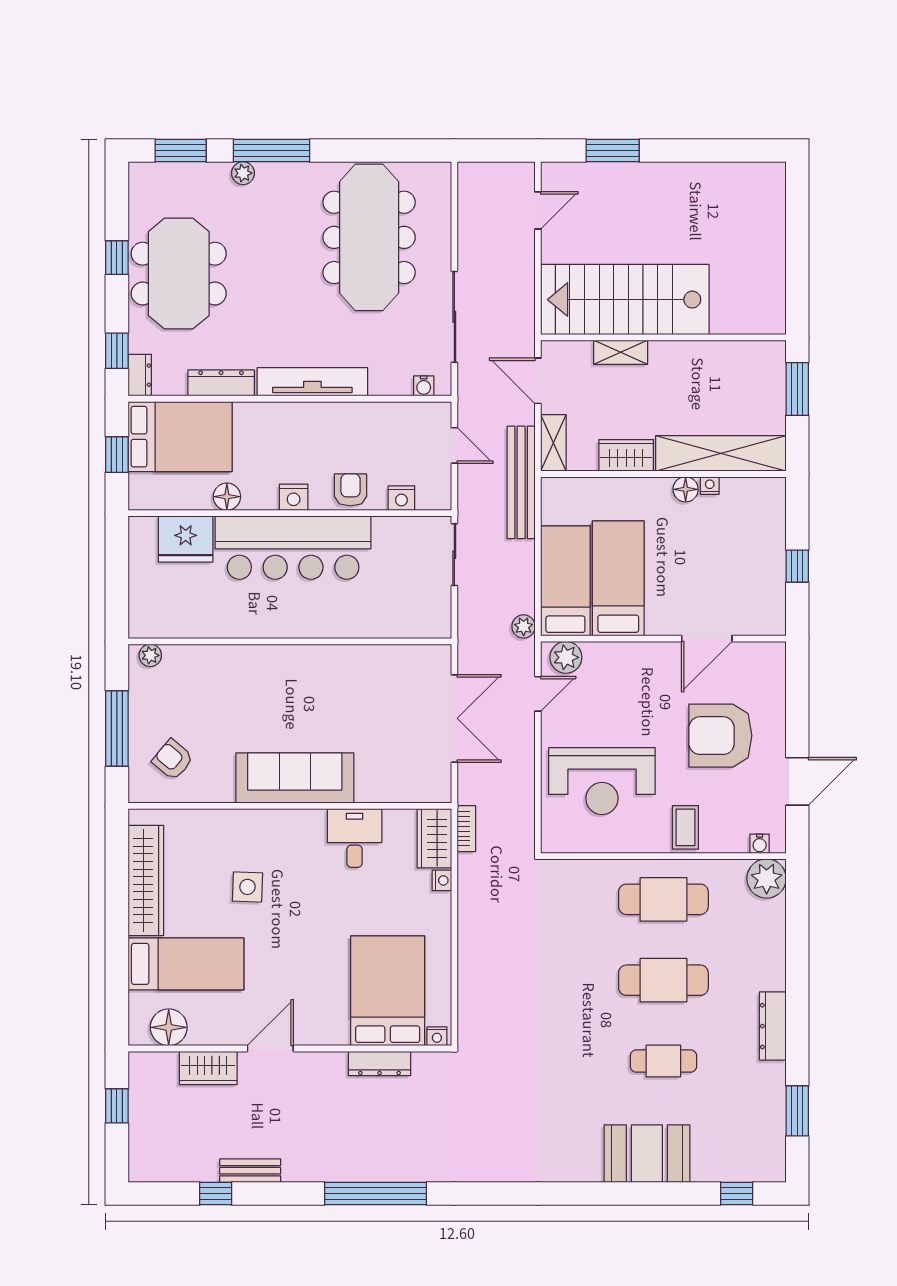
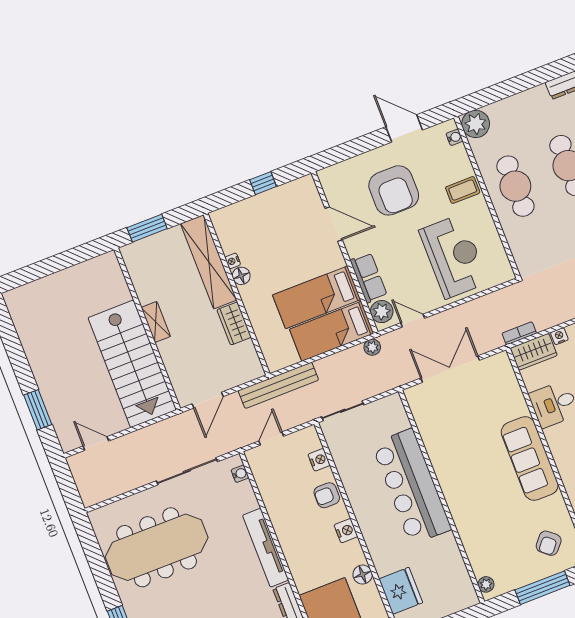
shelving: (621, 352) -> (156, 322), moved
shelving: (553, 443) -> (244, 374), removed
bar counter: (293, 548) -> (411, 487), moved, turned 180
row of seats: (618, 657) -> (369, 278), added

